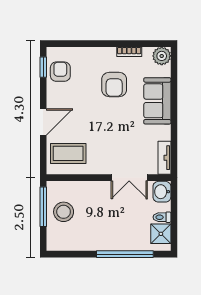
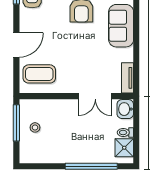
stool: (64, 212) -> (35, 127), width x0.53, depth x0.53

